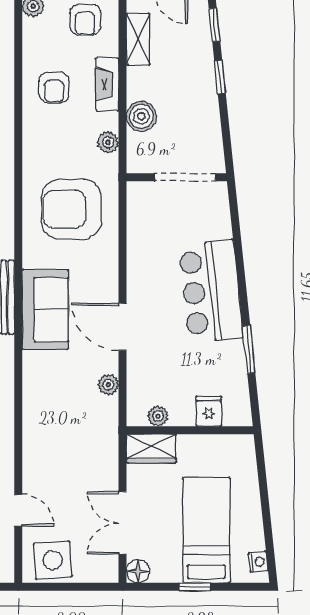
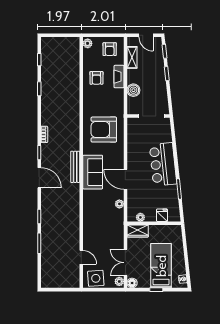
plant: (108, 142) -> (119, 281), moved

